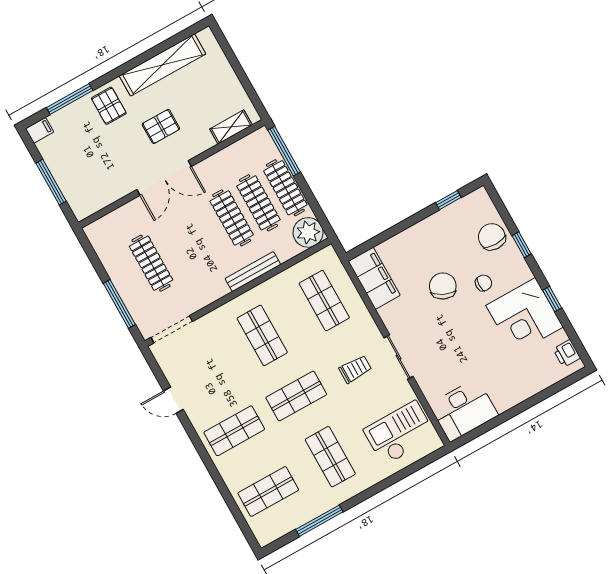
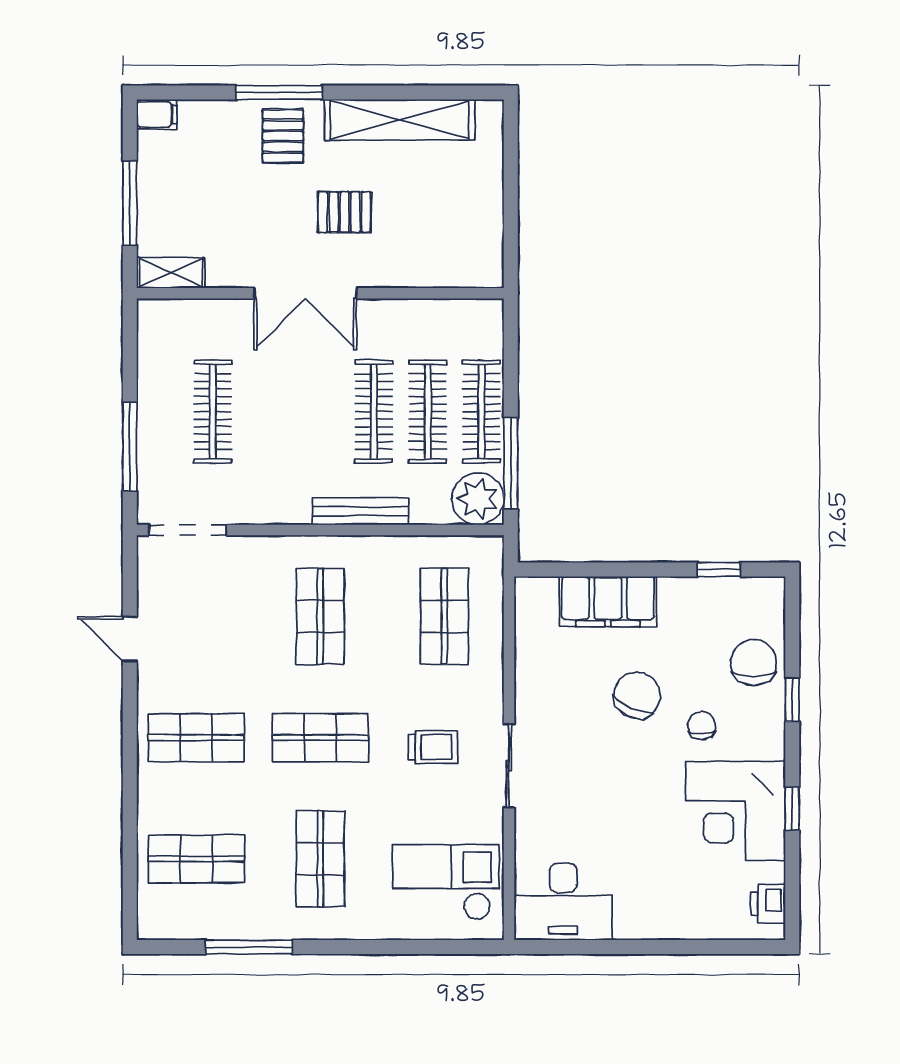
window: (70, 99) -> (279, 92), moved
shelving: (231, 127) -> (171, 273), moved
window: (284, 151) -> (511, 463), moved
filing cabinet: (374, 278) -> (608, 602), moved, turned 90
chair: (484, 283) -> (702, 725), turned -90

